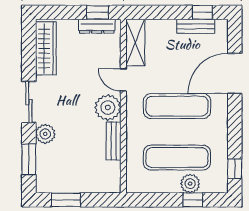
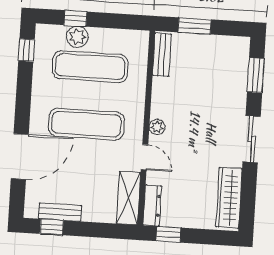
dresser: (97, 26) -> (152, 205), moved, turned 90
plant: (108, 108) -> (157, 127), width x0.53, depth x0.53
plant: (45, 134) -> (235, 102), removed
bench: (114, 141) -> (162, 55), moved
window: (66, 200) -> (195, 26), moved

